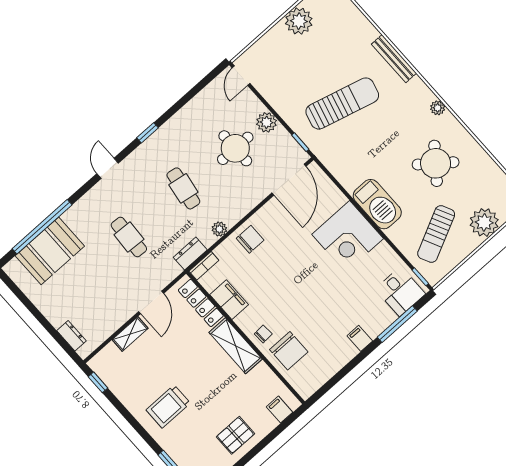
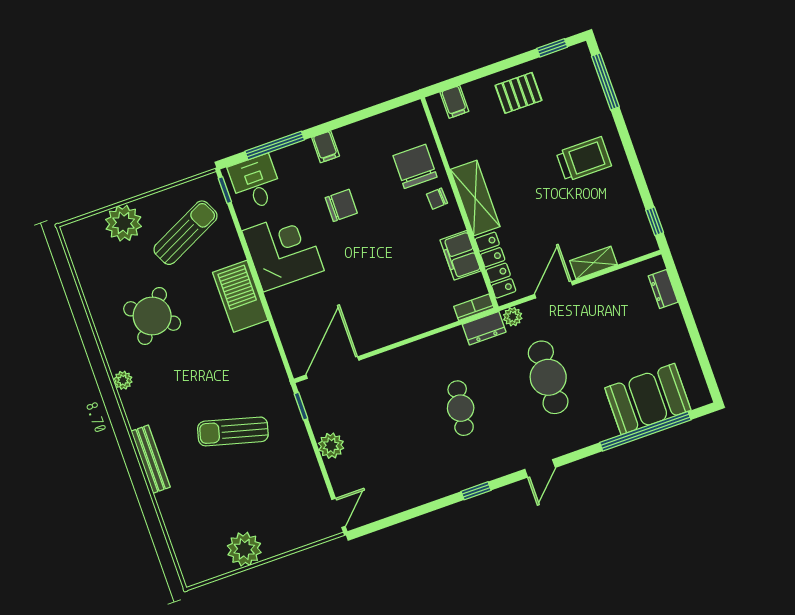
sun lounger: (342, 103) -> (233, 431), width x0.73, depth x0.75
round table: (235, 148) -> (380, 430), removed
plant: (219, 229) -> (513, 317), moved
corner desk: (348, 236) -> (283, 251), moved
cafe table: (129, 237) -> (548, 377), width x1.37, depth x1.35
chair: (250, 239) -> (341, 205), moved, turned 180

